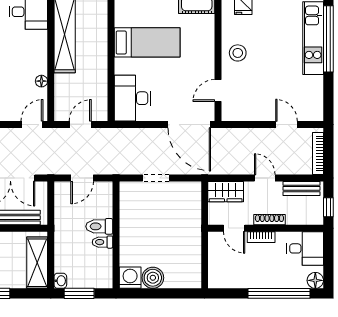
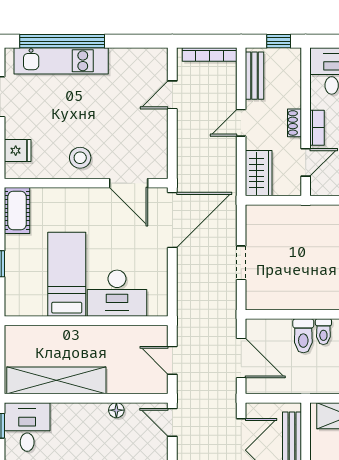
door: (218, 91) -> (129, 183), width x1.38
desk: (132, 98) -> (117, 293), moved
door: (82, 178) -> (241, 358), width x1.38
shoe rack: (269, 220) -> (295, 123), width x0.70

